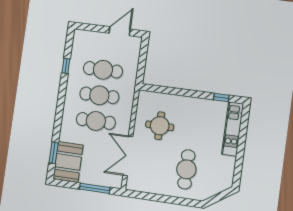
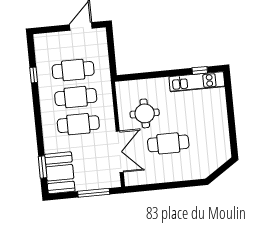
kitchen unit: (233, 129) -> (197, 82), moved, turned -90
double door: (128, 156) -> (120, 152), swing flipped
cafe table: (186, 169) -> (168, 143), moved, turned 90

